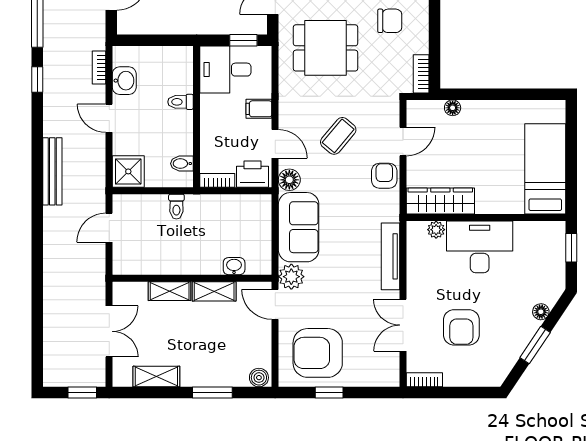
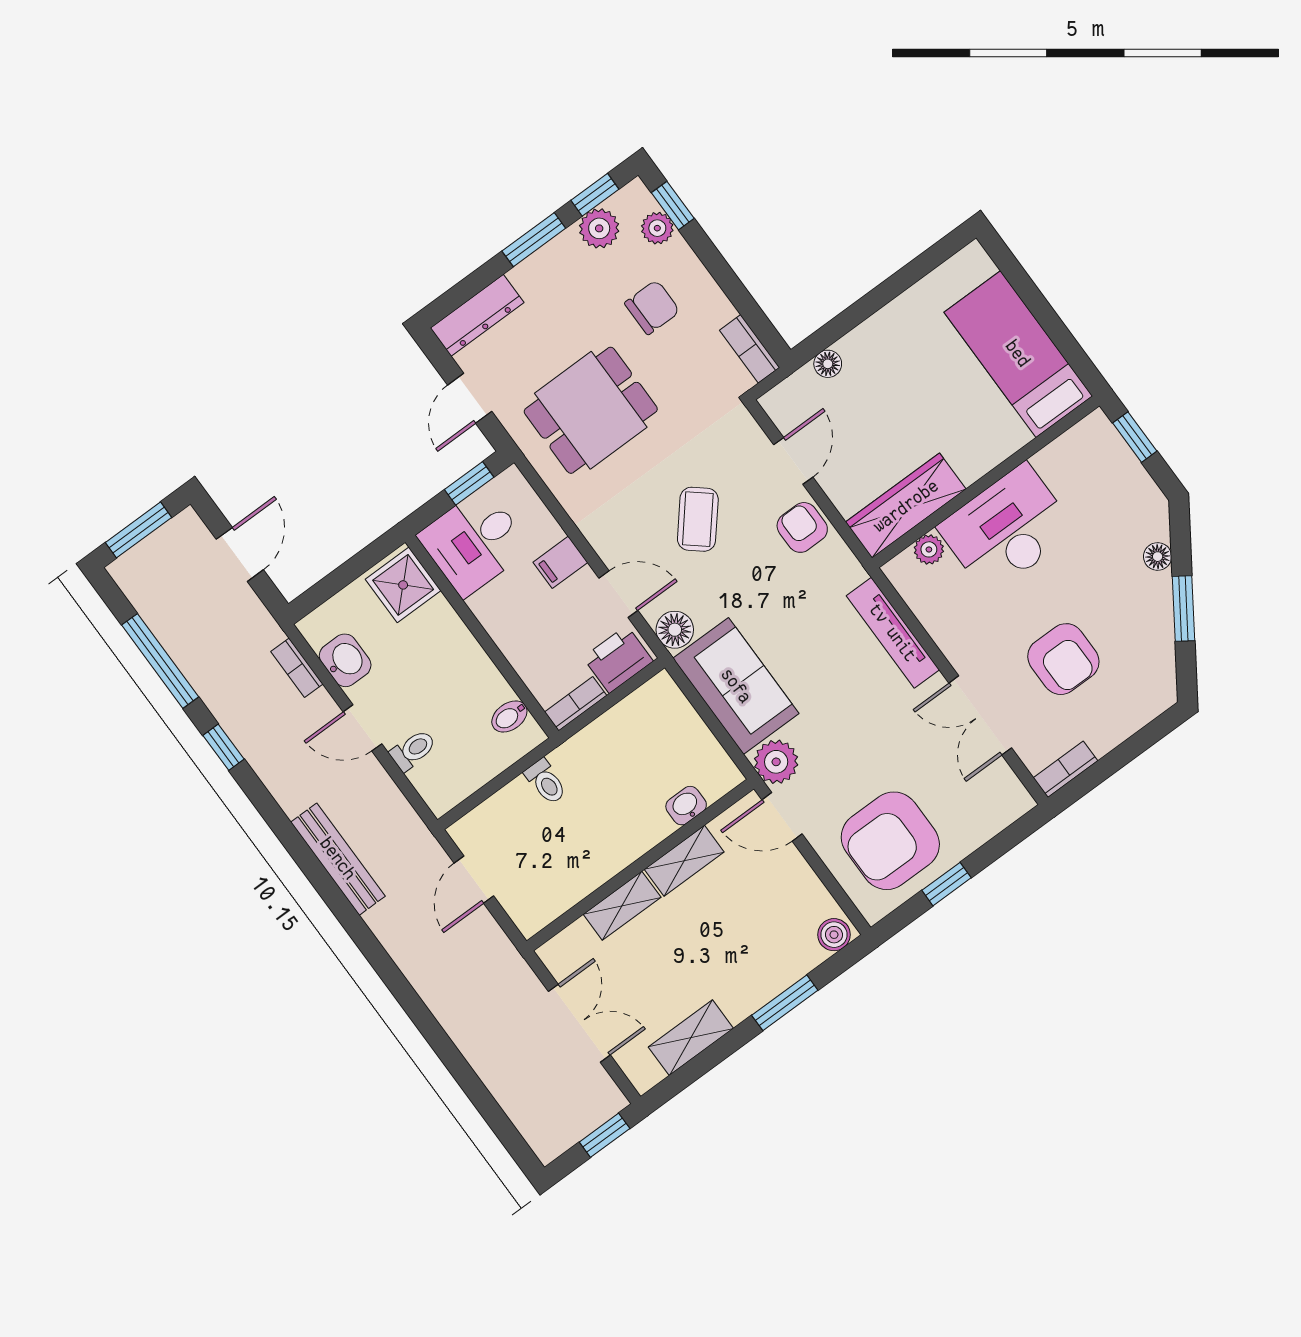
toilet: (181, 102) -> (413, 750), moved, turned 180
shower: (128, 171) -> (403, 585), moved

